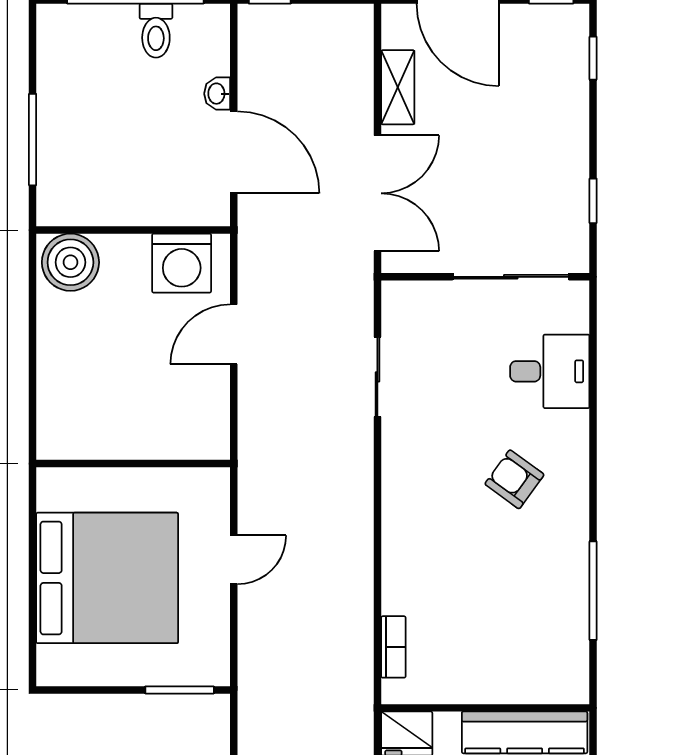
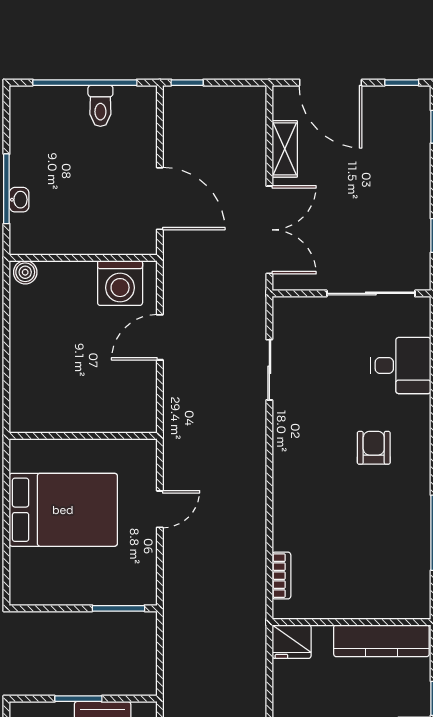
washbasin: (217, 94) -> (19, 200), moved, turned 180
boiler: (70, 262) -> (25, 272), width x0.54, depth x0.54
armchair: (514, 479) -> (374, 448), turned 54
bed: (107, 578) -> (63, 510), width x0.73

